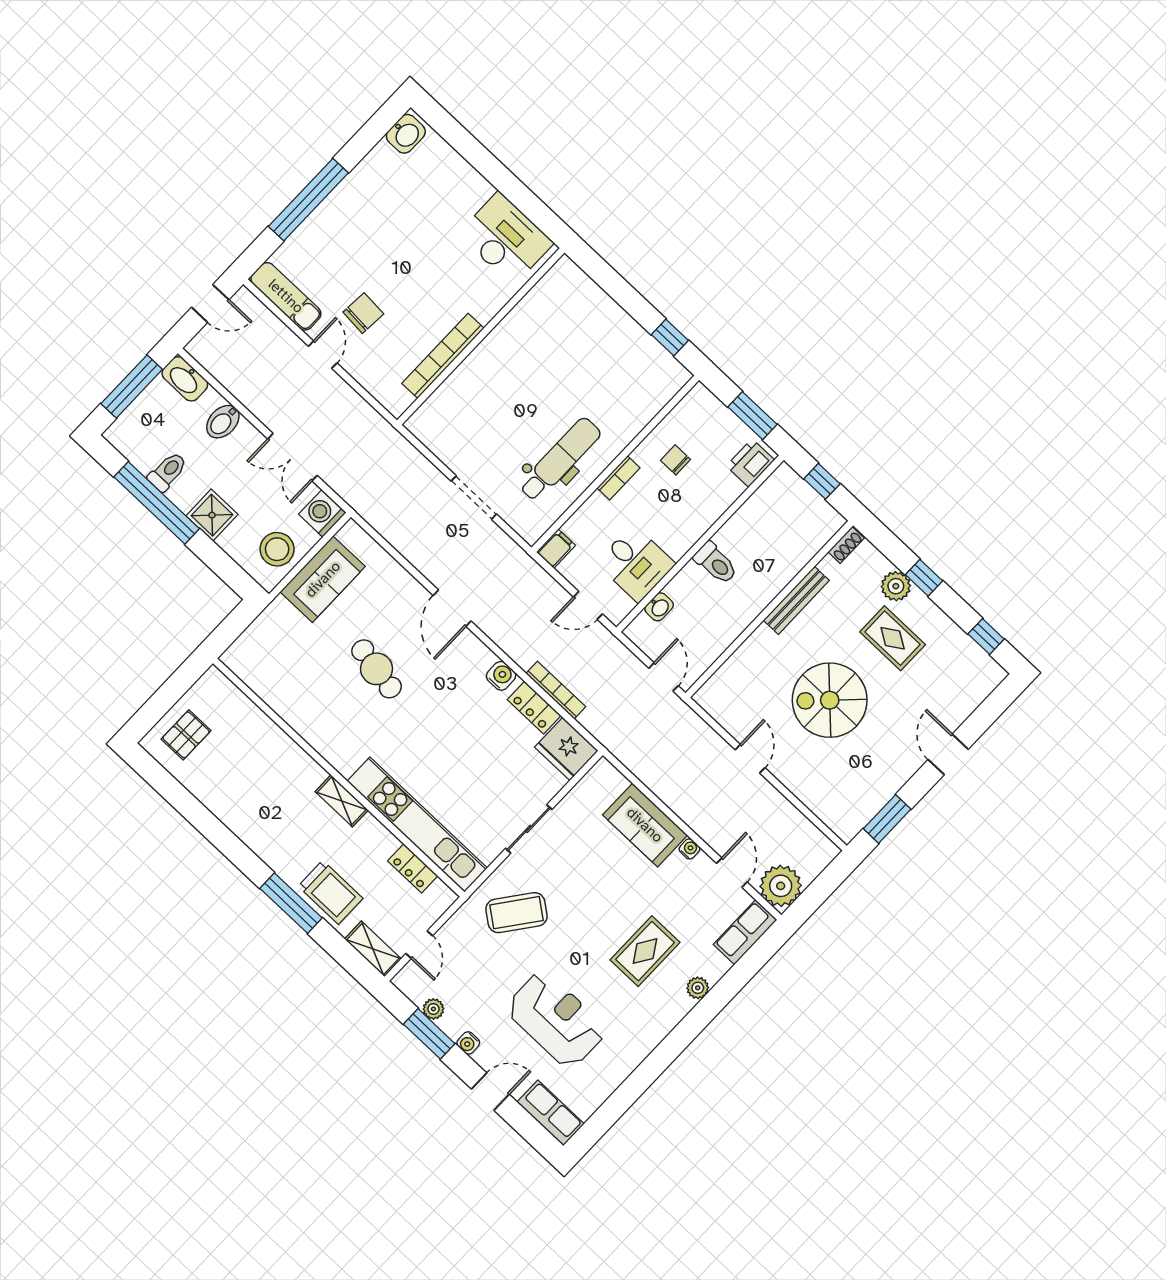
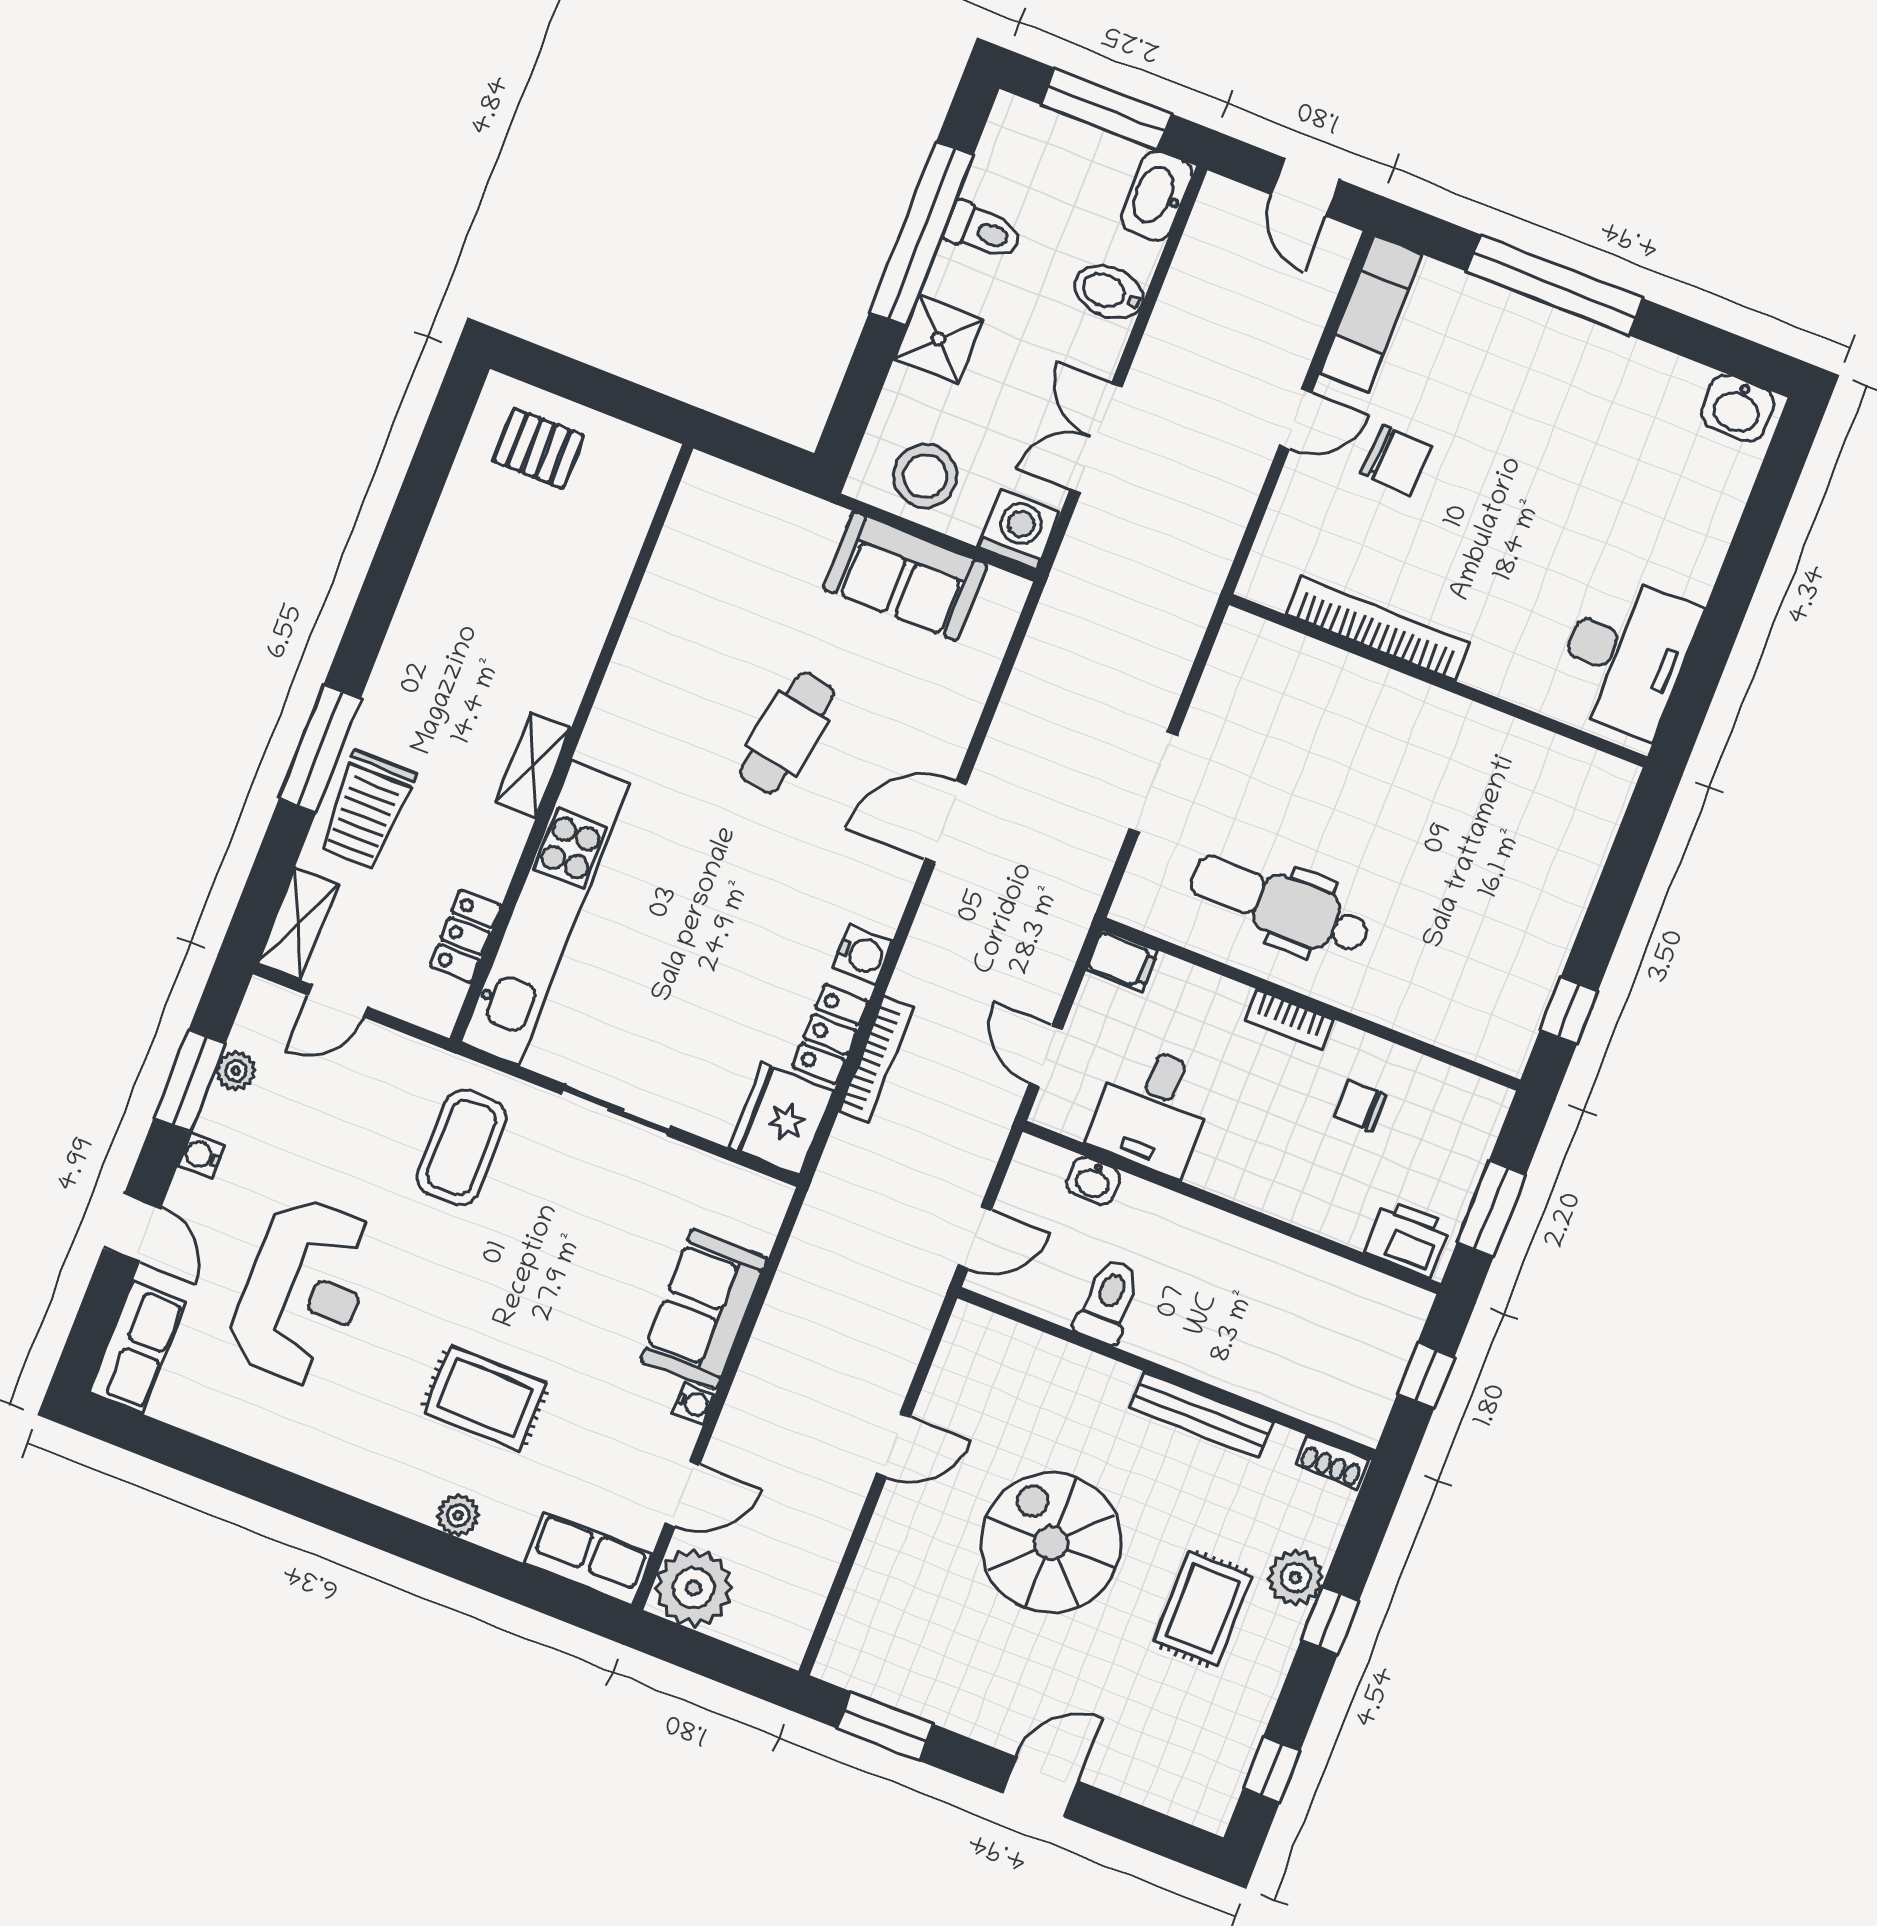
dental chair: (560, 459) -> (1280, 905), turned 180
chair: (676, 460) -> (1360, 1106), turned -90
toilet: (716, 563) -> (1108, 1301), moved, turned 180
coffee table: (517, 913) -> (462, 1148), turned 53

